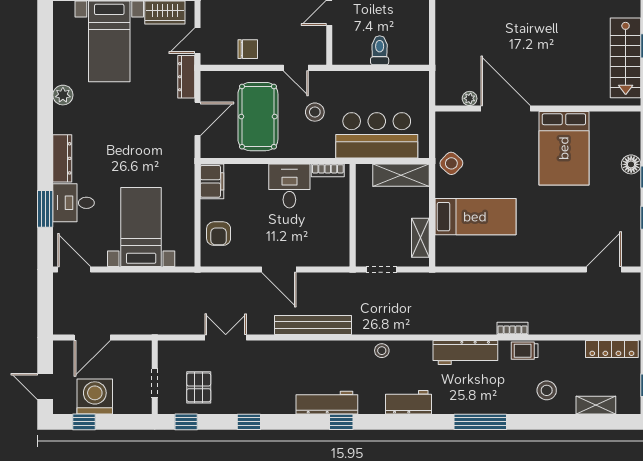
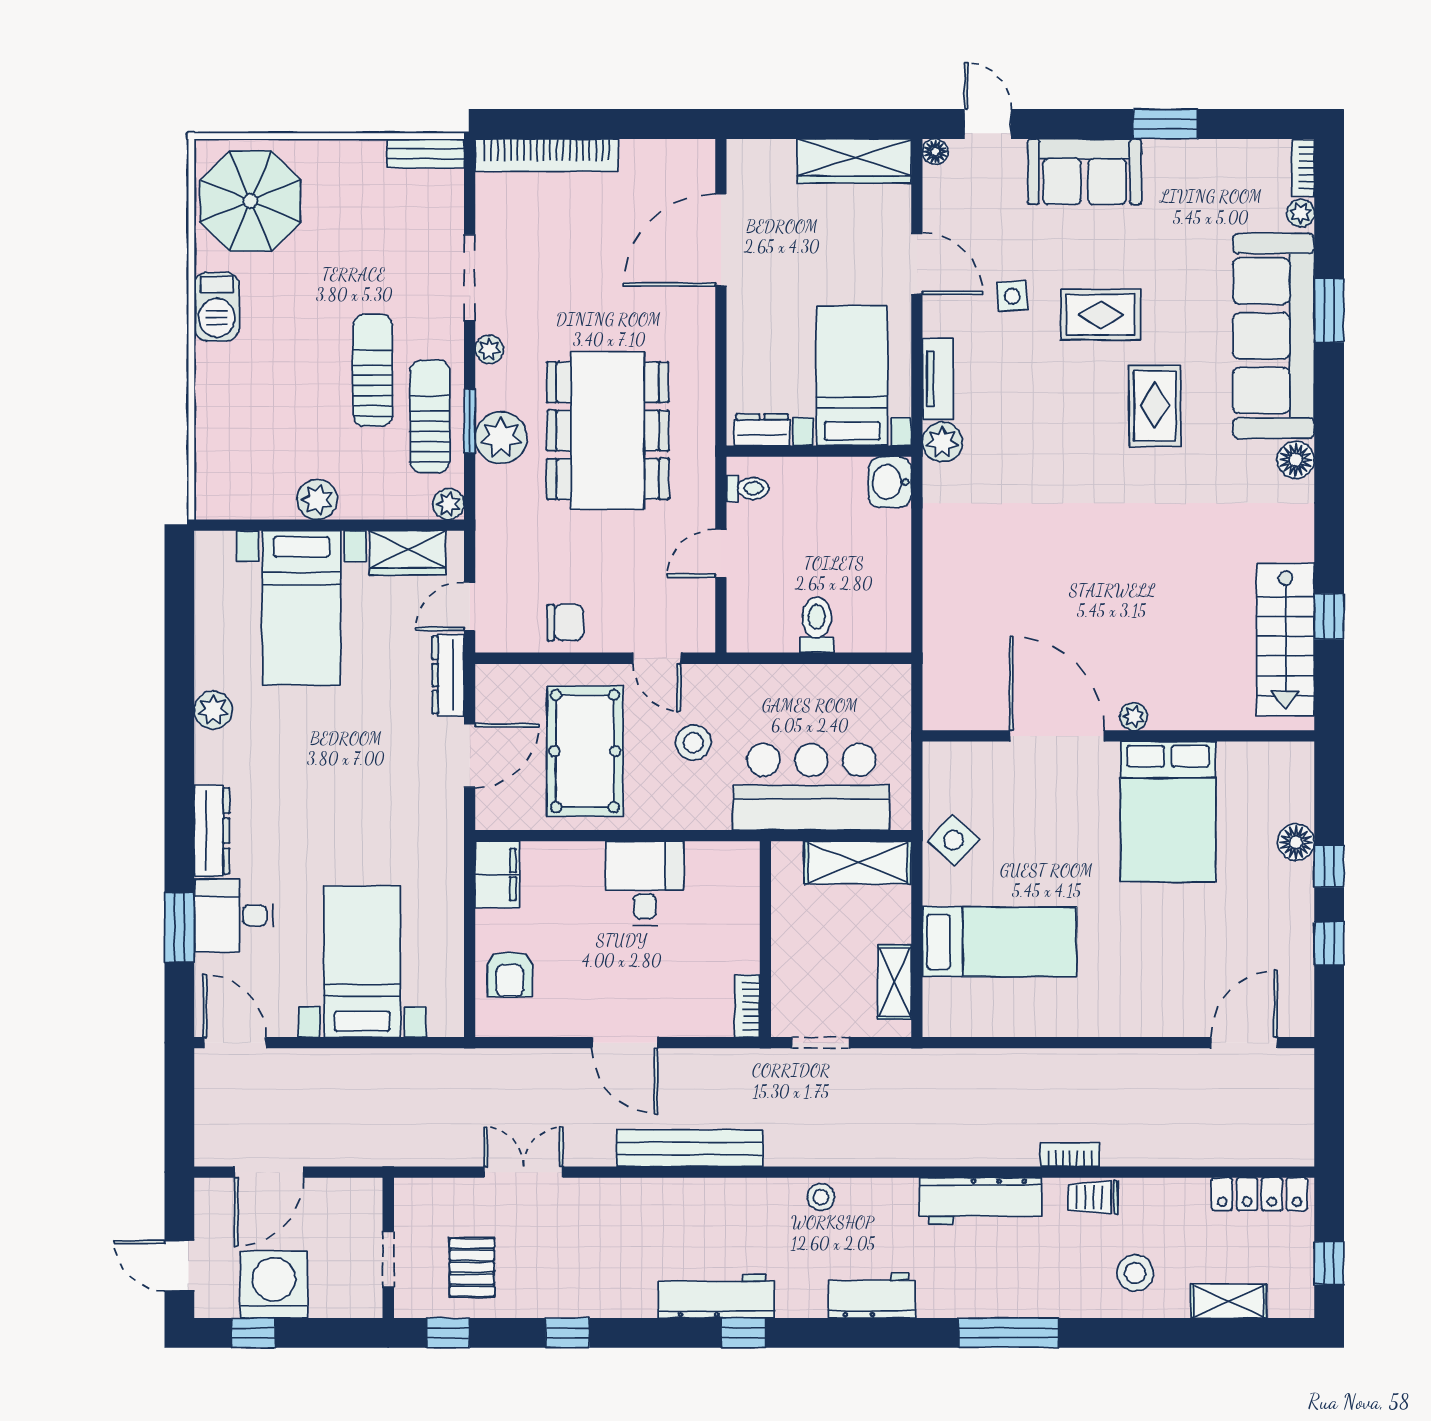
plant: (470, 98) -> (1134, 717), moved
bookcase: (328, 170) -> (747, 1006), moved, turned 90

